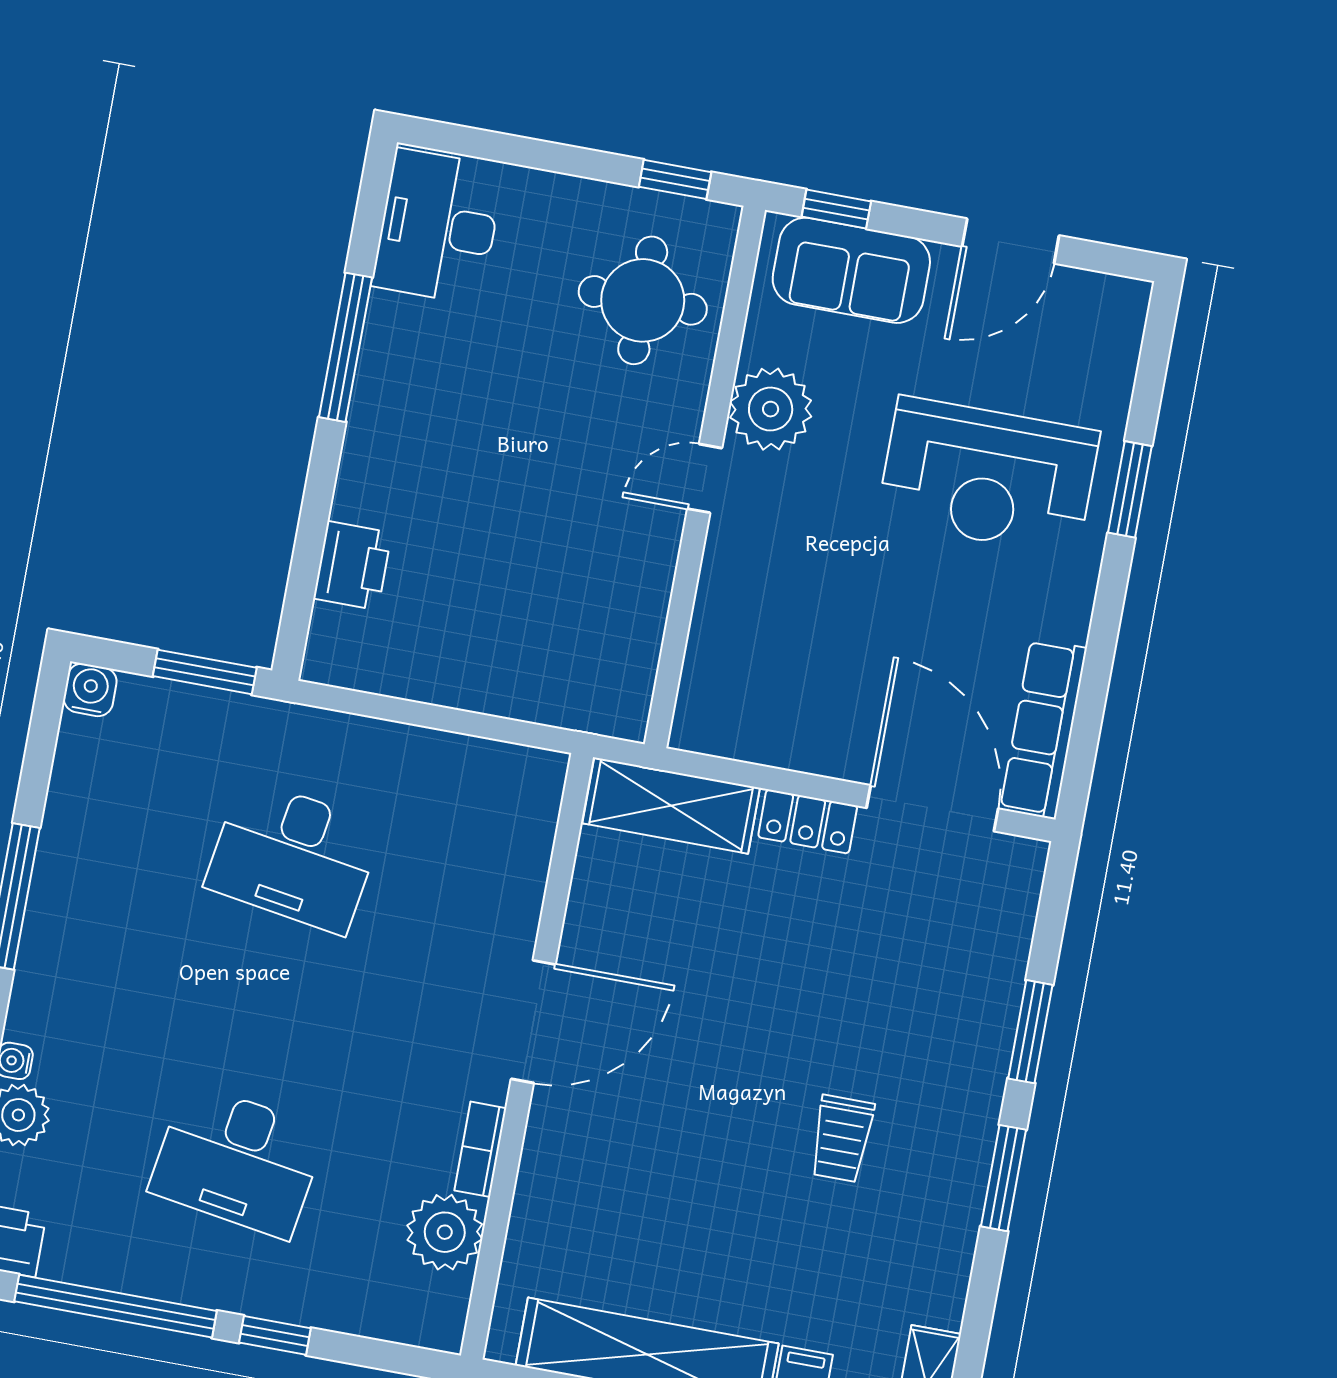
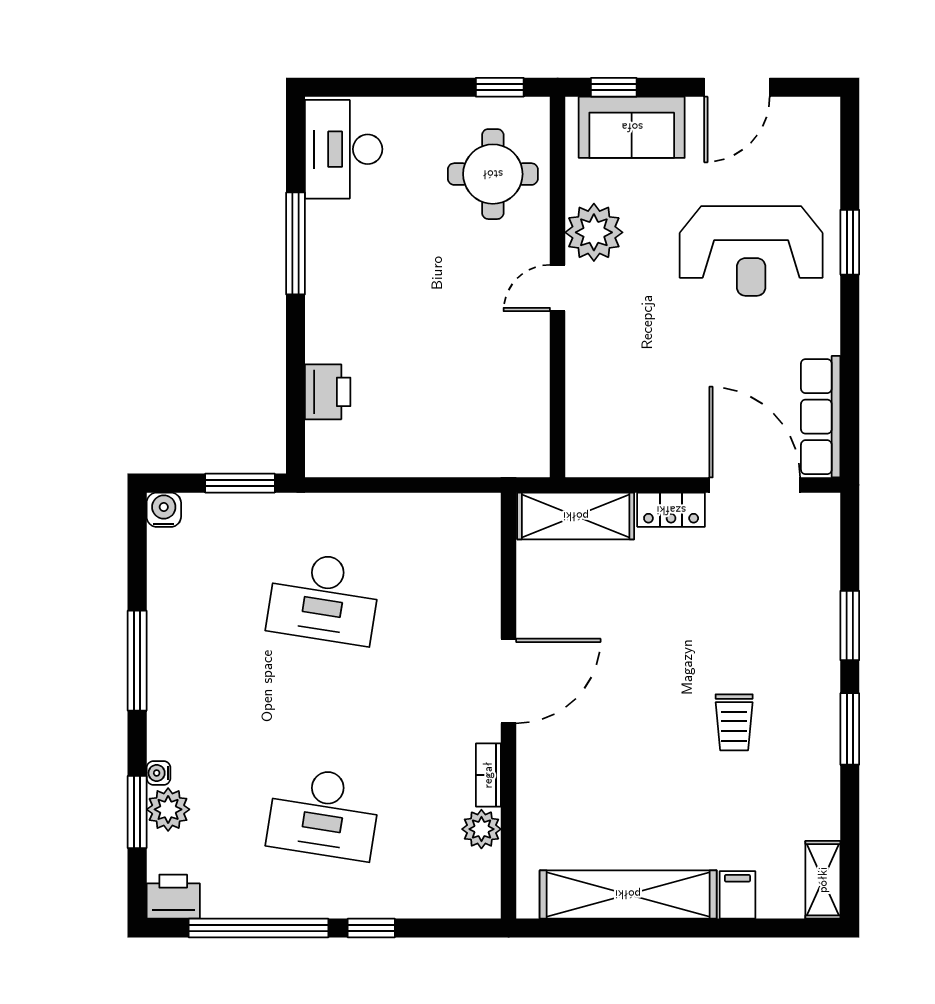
plant: (445, 1232) -> (481, 829), width x0.73, depth x0.73

